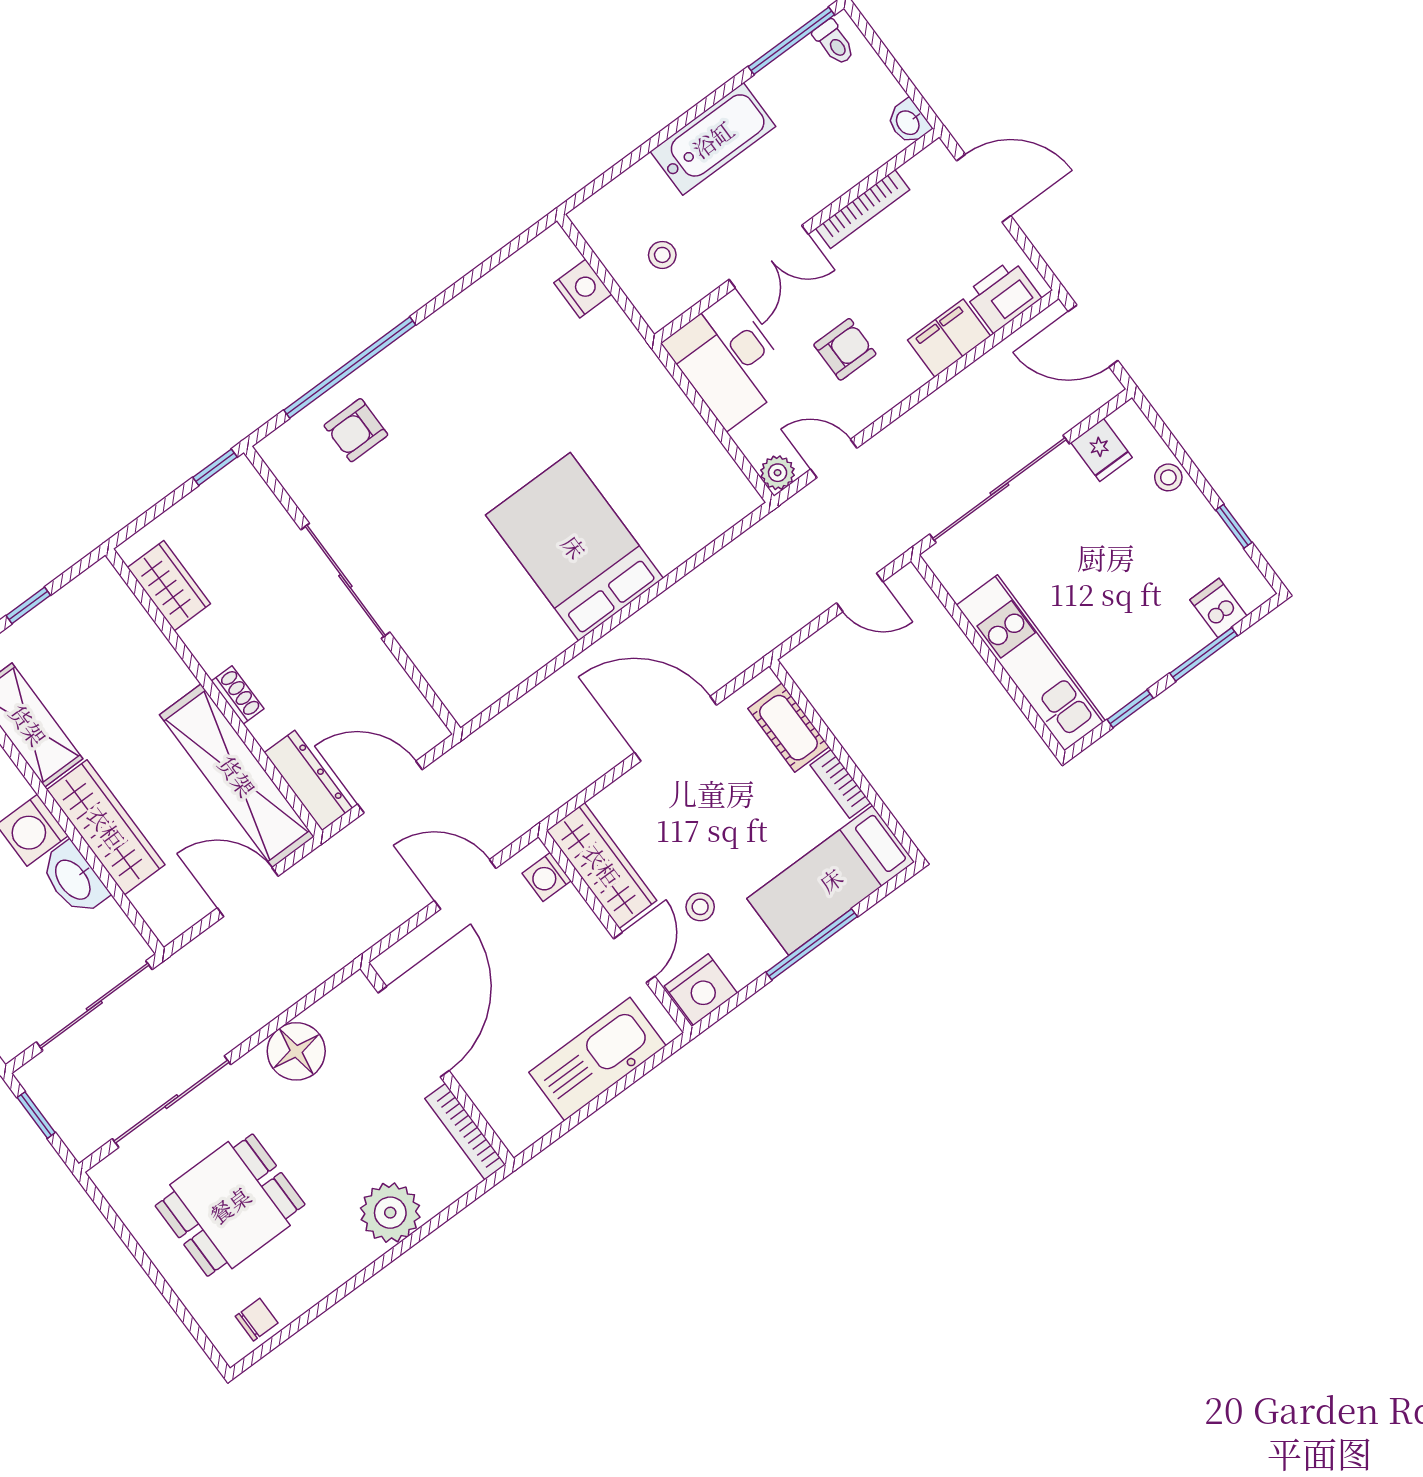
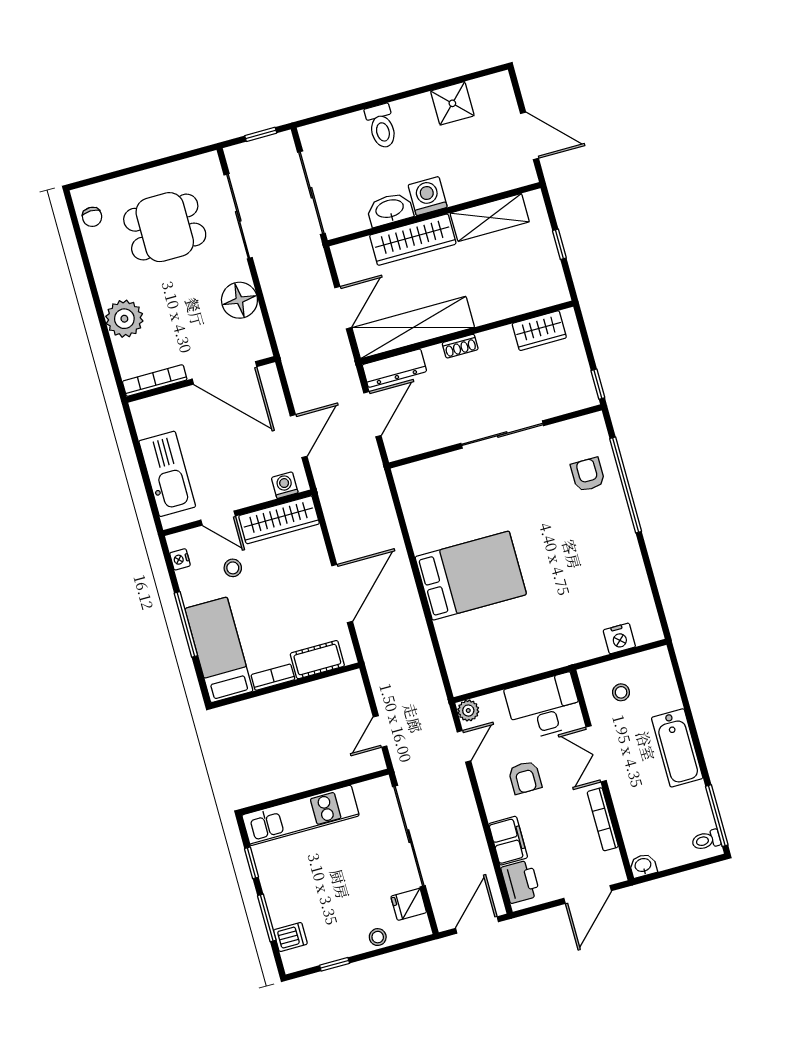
nightstand: (701, 990) -> (180, 559), width x0.53, depth x0.56
dining table: (230, 1205) -> (165, 227), turned 90

